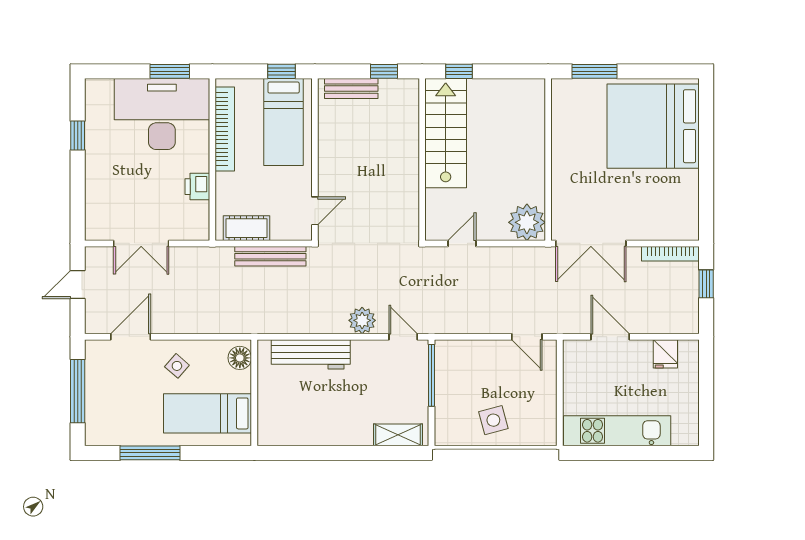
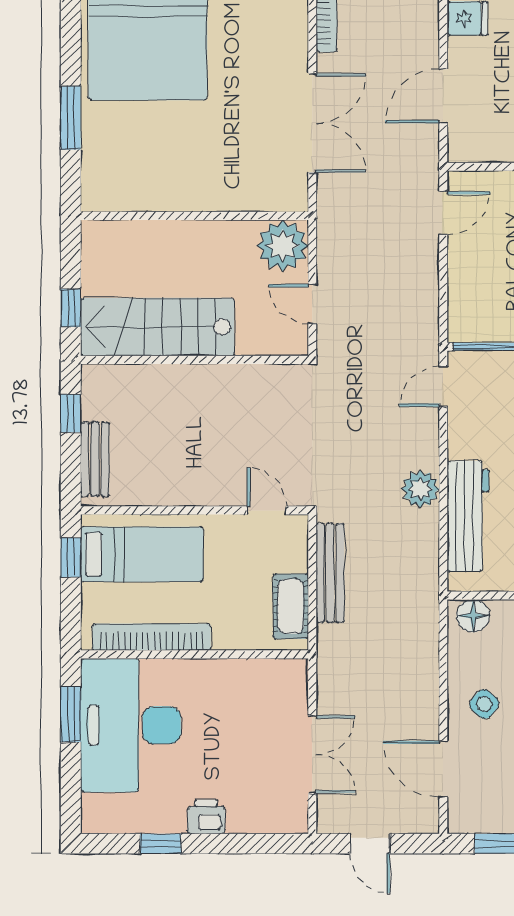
wall: (548, 160) -> (194, 216), moved
printer: (197, 187) -> (206, 817), moved, turned 180
plant: (527, 222) -> (283, 246), moved
plant: (362, 320) -> (420, 489), moved

